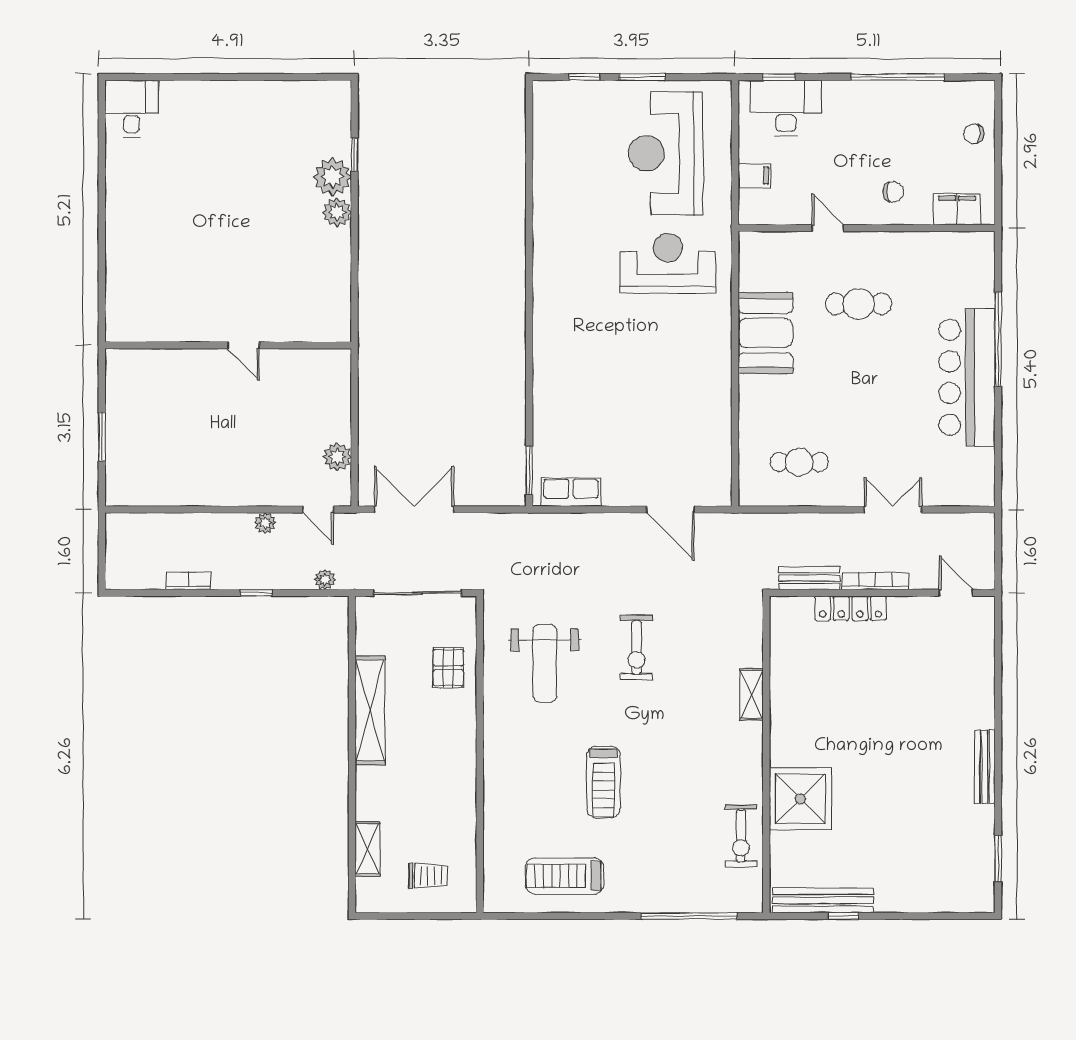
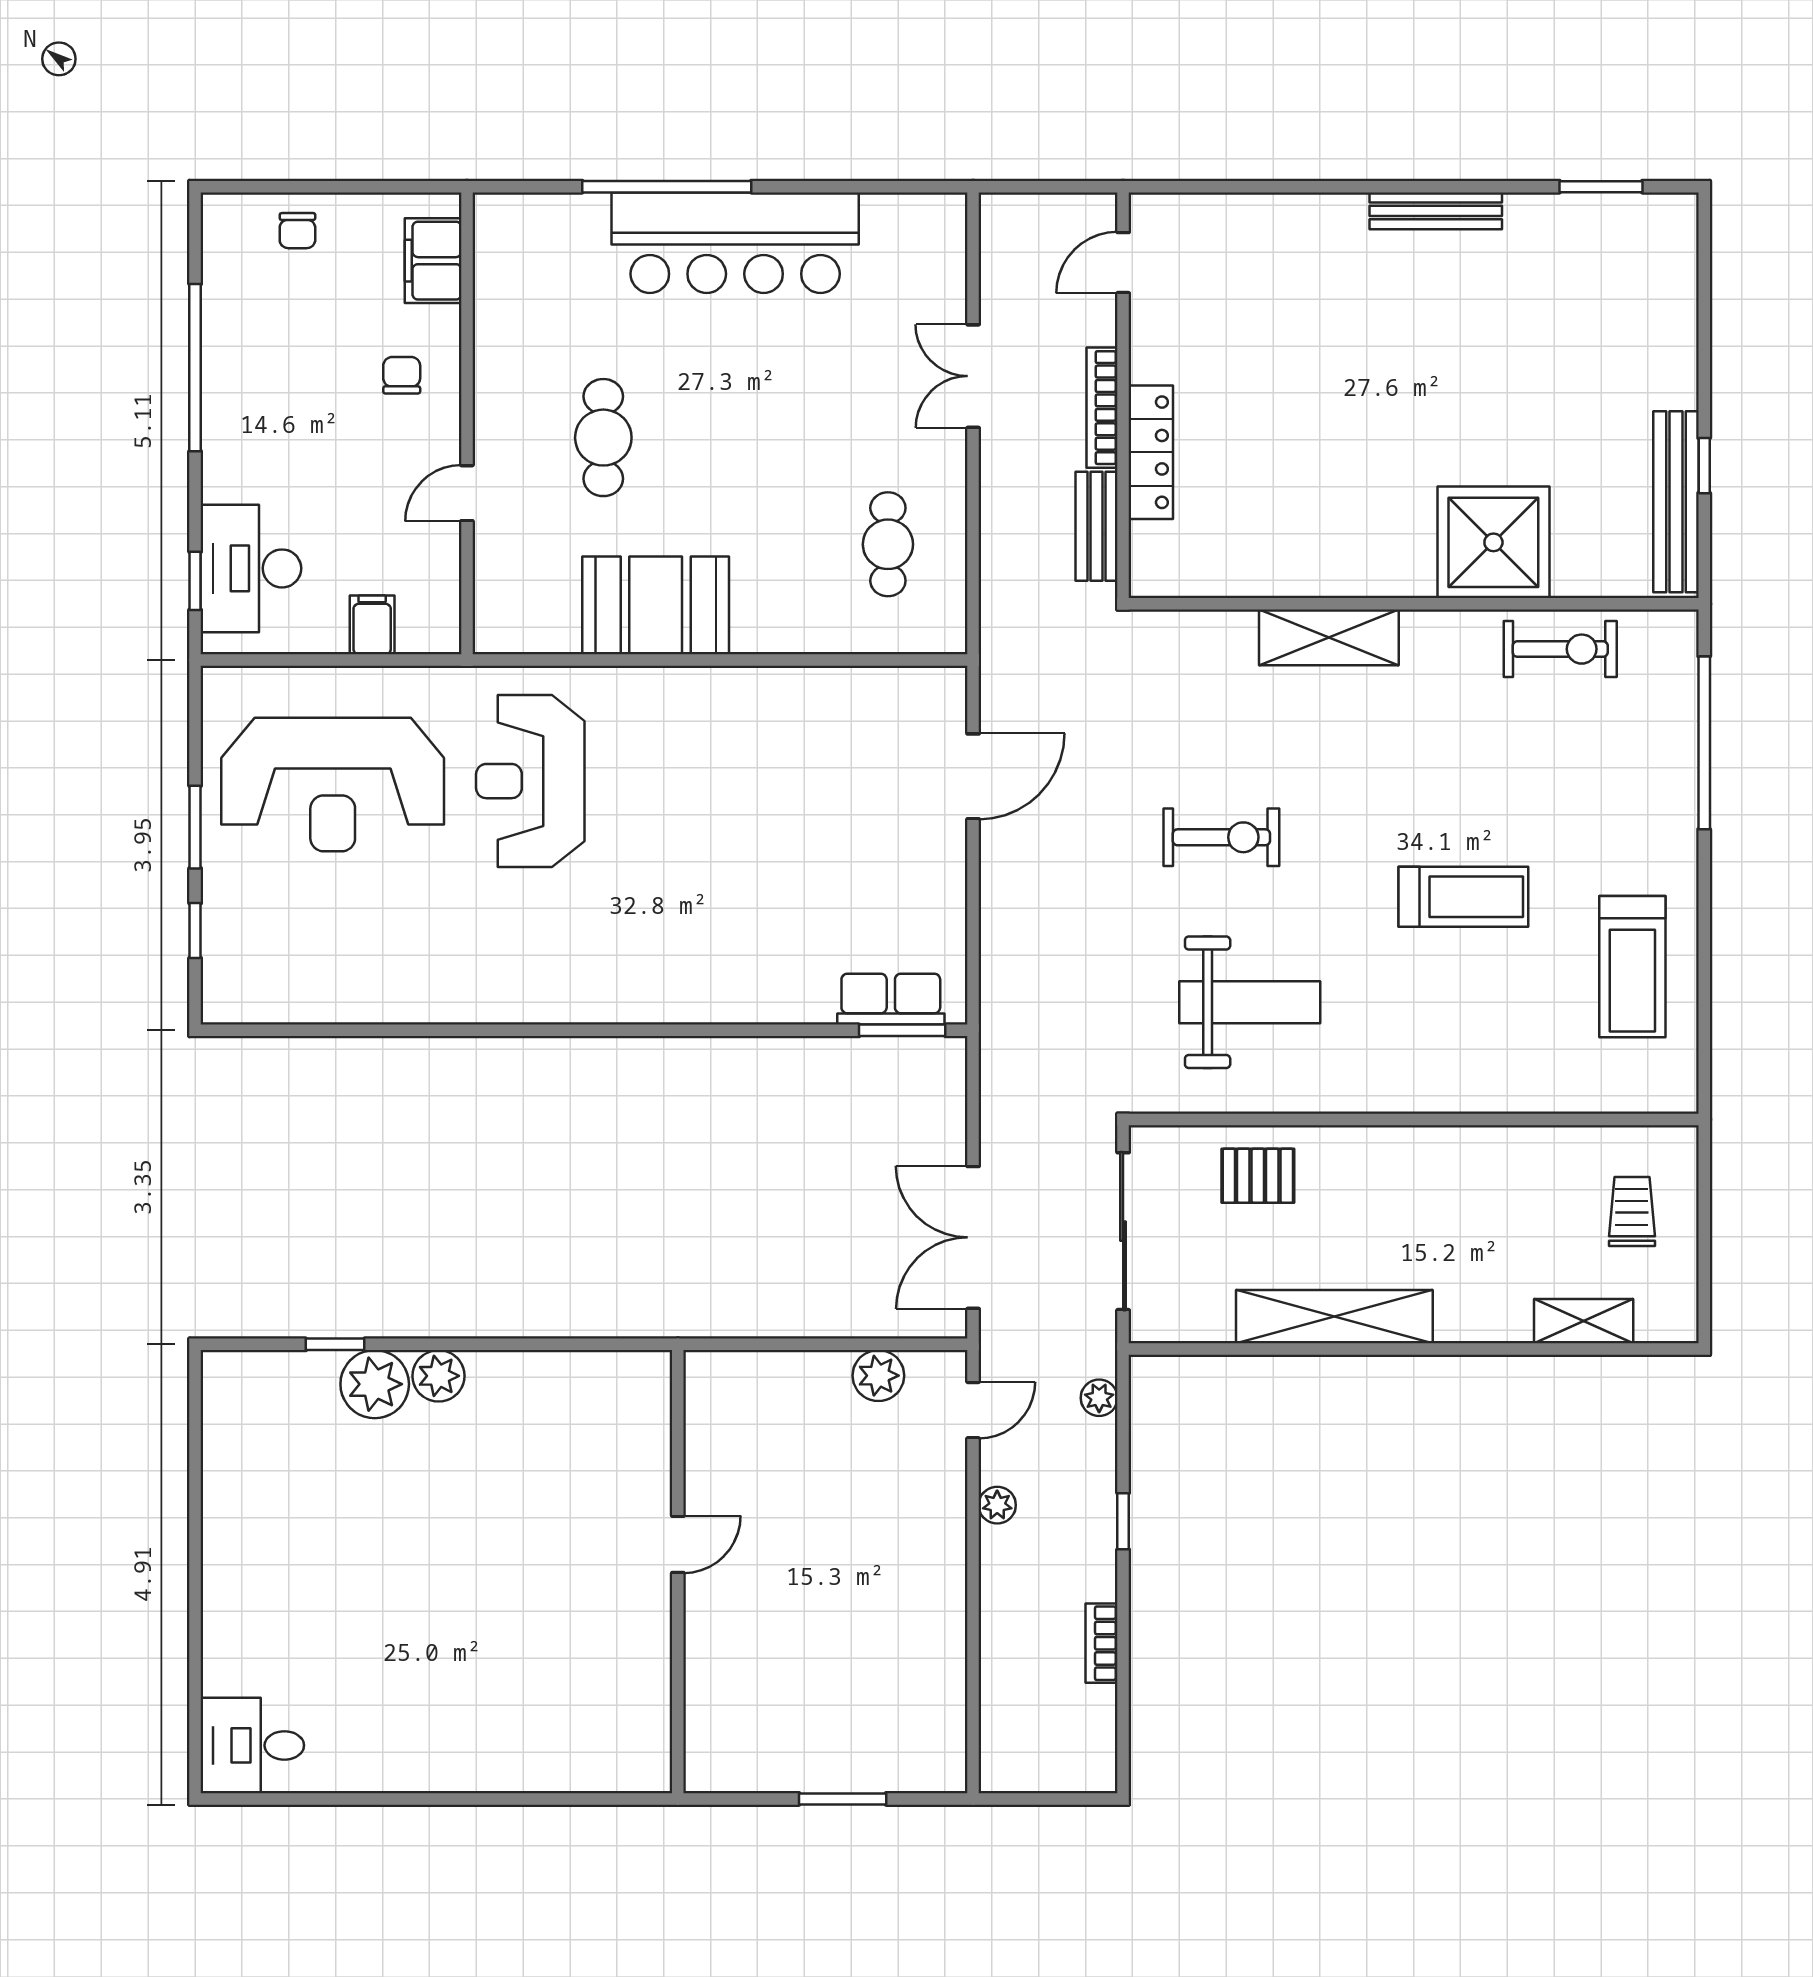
row of seats: (571, 492) -> (891, 999), moved, turned 90
shelving: (751, 694) -> (1329, 637), width x1.50, depth x1.33

